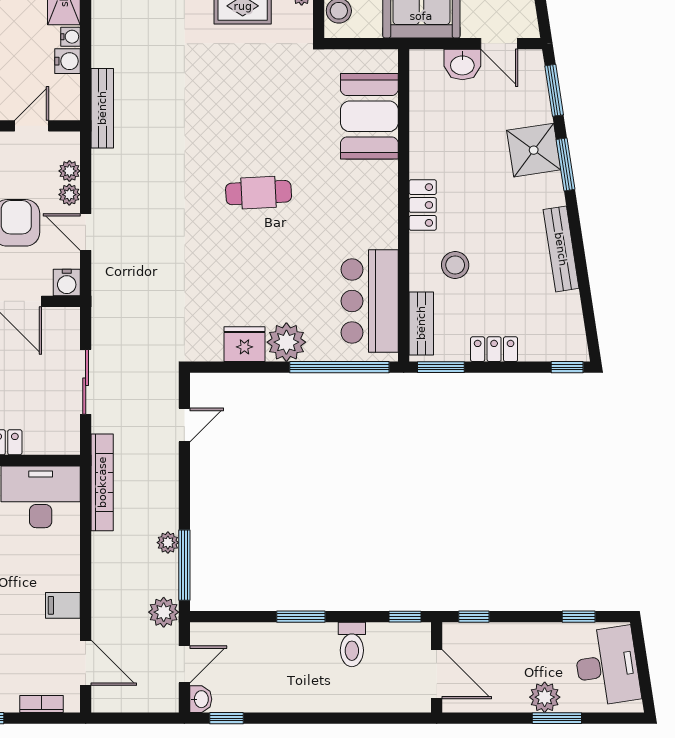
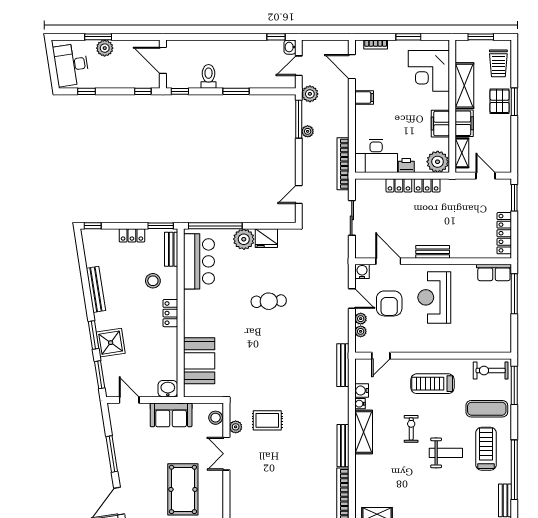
washbasin: (462, 65) -> (168, 389), moved
cafe table: (259, 193) -> (269, 301), moved

